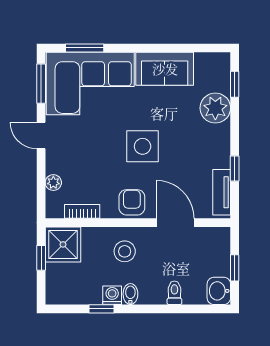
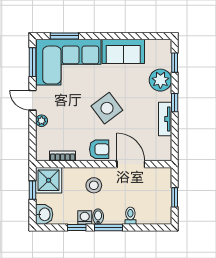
side table: (143, 146) -> (107, 108), turned -37
window: (235, 168) -> (175, 103), moved
plant: (53, 183) -> (42, 121), moved
tv unit: (222, 192) -> (165, 119), moved
armchair: (132, 202) -> (99, 149), turned 90
washbasin: (219, 291) -> (44, 214), moved, turned 180
window: (145, 309) -> (109, 228), added

